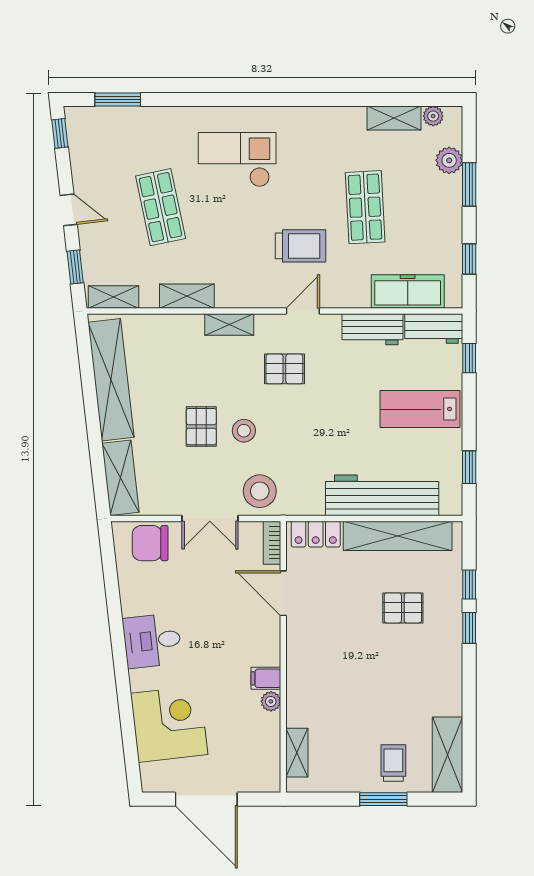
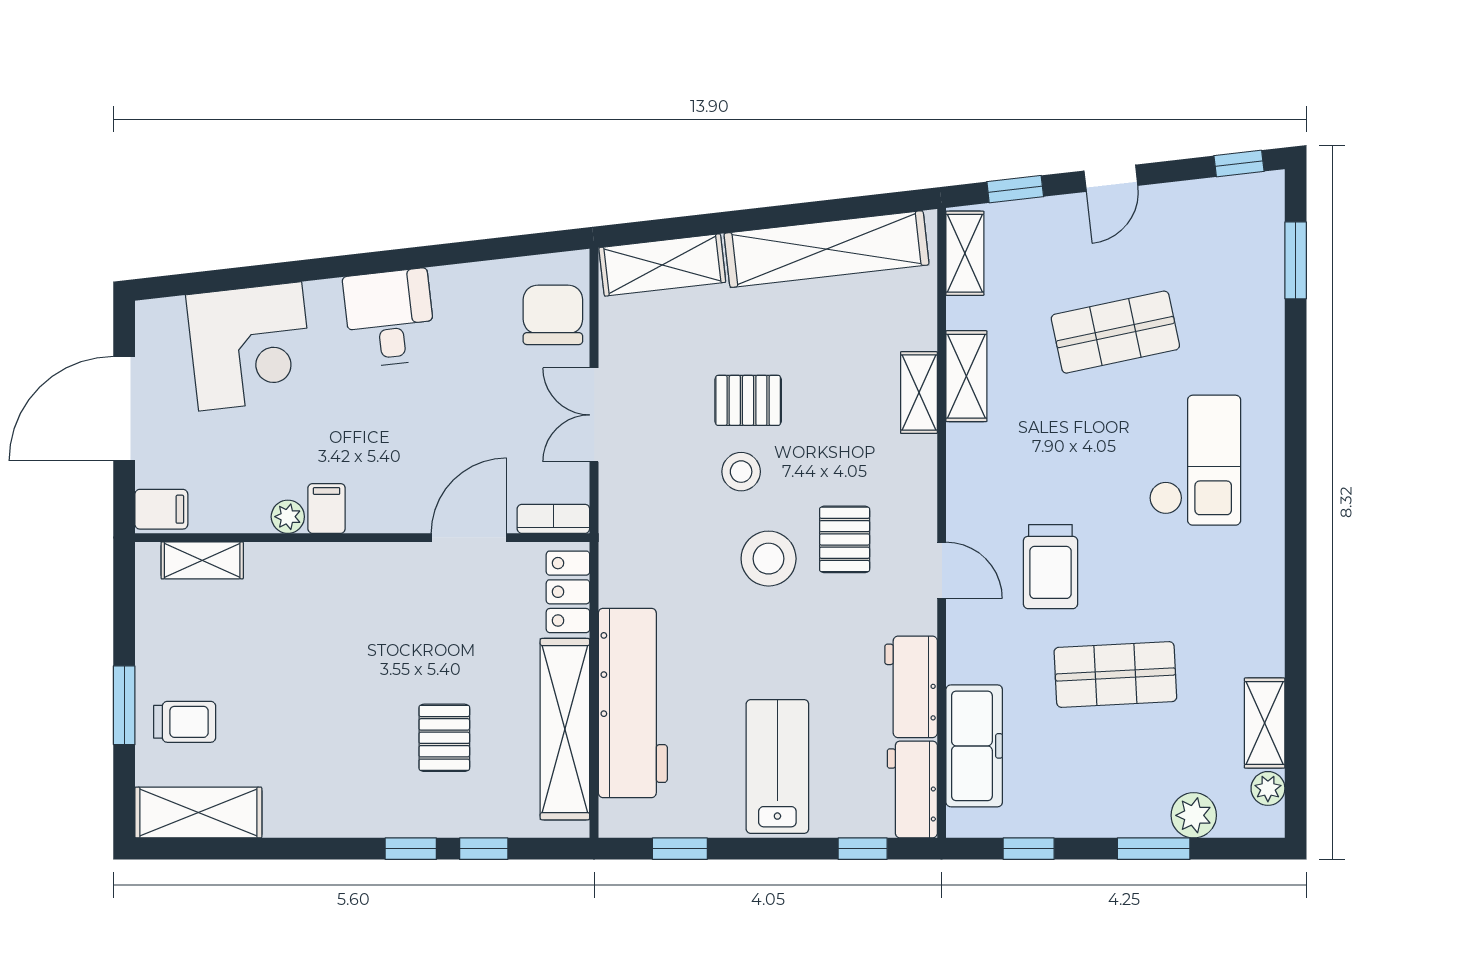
shelving: (229, 324) -> (919, 393), moved
stool: (260, 491) -> (769, 559), moved
filing cabinet: (266, 777) -> (161, 509), added

